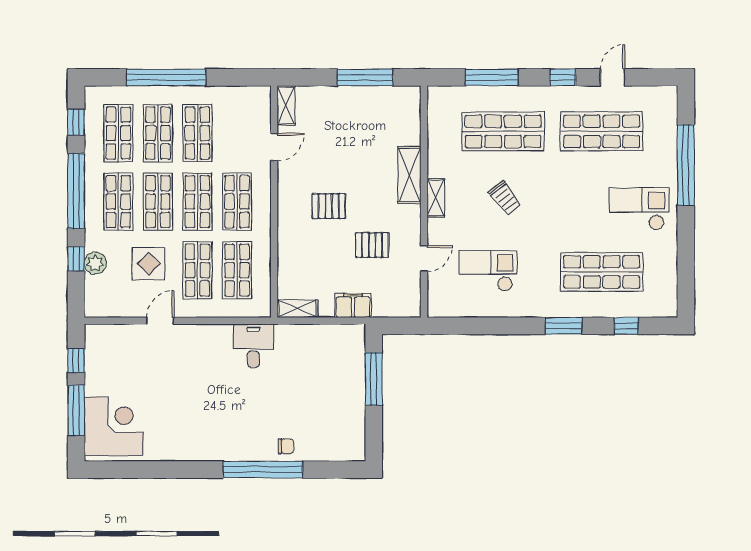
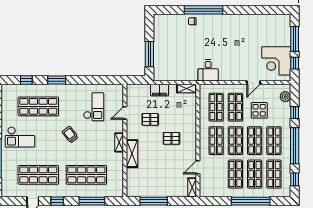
trolley: (505, 198) -> (70, 135), moved
plant: (95, 263) -> (285, 97), moved
checkout: (488, 271) -> (94, 107), turned -90
corner desk: (114, 426) -> (276, 61), moved

